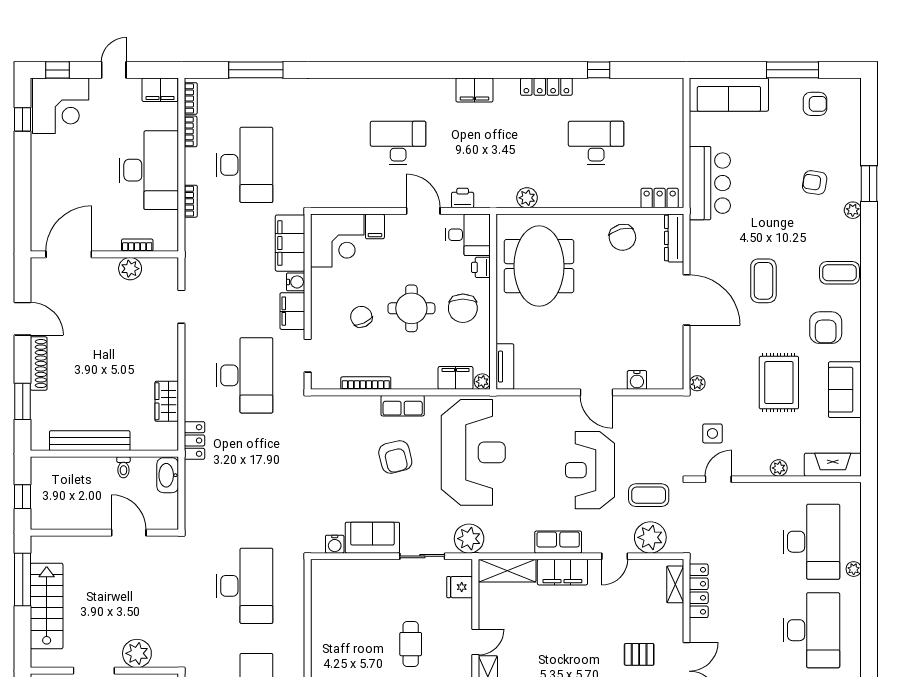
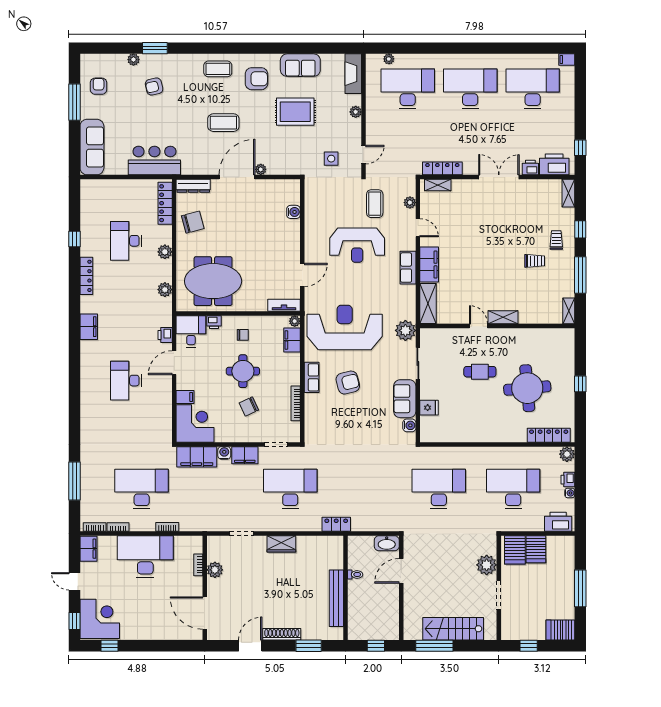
armchair: (815, 183) -> (154, 87), turned 68
plant: (581, 198) -> (165, 252), added
locker: (660, 198) -> (165, 203), width x1.53
plant: (853, 210) -> (133, 60), moved
coffee table: (840, 273) -> (218, 69), turned 90
chair: (463, 308) -> (243, 335), width x0.54, depth x0.54
plant: (697, 383) -> (261, 169), moved
door: (596, 392) -> (302, 275), moved
wardrobe: (167, 401) -> (281, 544), moved
washbasin: (168, 475) -> (387, 543), moved
door: (718, 479) -> (364, 155), swing flipped
plant: (650, 537) -> (410, 203), width x0.53, depth x0.53
plant: (854, 569) -> (389, 59), moved
fridge: (460, 587) -> (429, 408), moved, turned -90
pallet: (639, 654) -> (487, 210), removed

